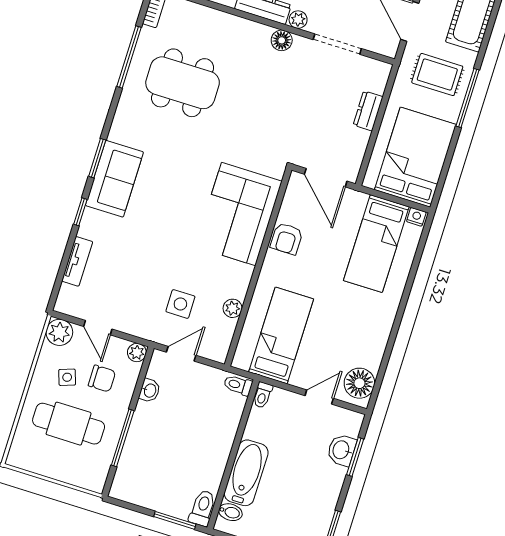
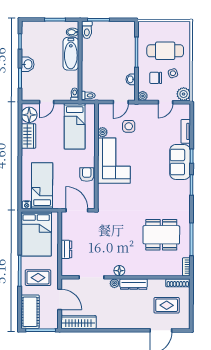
sofa: (114, 179) -> (180, 162), moved
corner sofa: (239, 214) -> (114, 161), moved
door: (98, 328) -> (165, 102), swing flipped
wardrobe: (373, 344) -> (29, 136), added
washbasin: (342, 450) -> (28, 64), moved

